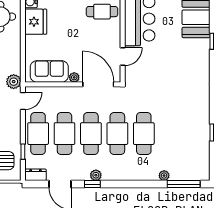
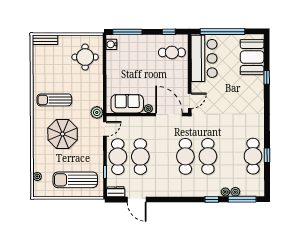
fridge: (36, 22) -> (115, 61), removed
door: (123, 57) -> (190, 101), moved
cafe table: (91, 134) -> (253, 156), moved
plant: (96, 175) -> (235, 192), moved
window: (92, 184) -> (212, 199), moved

